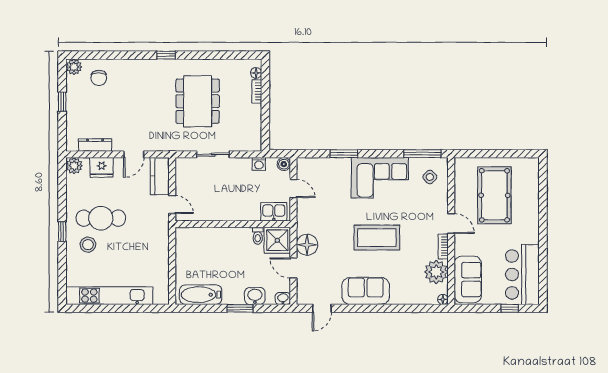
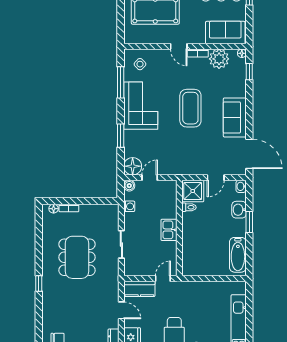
dining table: (198, 101) -> (77, 257), turned 90
window: (422, 154) -> (121, 82), moved
kitchen sink: (274, 212) -> (169, 230), moved
door: (451, 223) -> (179, 46), swing flipped
floor lamp: (307, 245) -> (133, 166), moved
door: (322, 308) -> (249, 154), width x1.88
window: (421, 308) -> (249, 72), added

